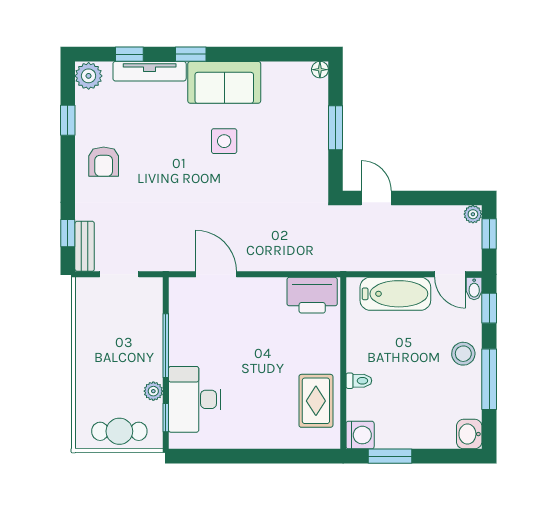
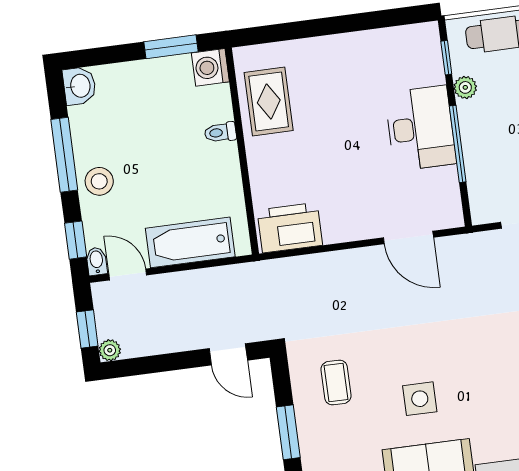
coffee table: (291, 163) -> (336, 383), added
desk: (194, 399) -> (420, 128), moved

